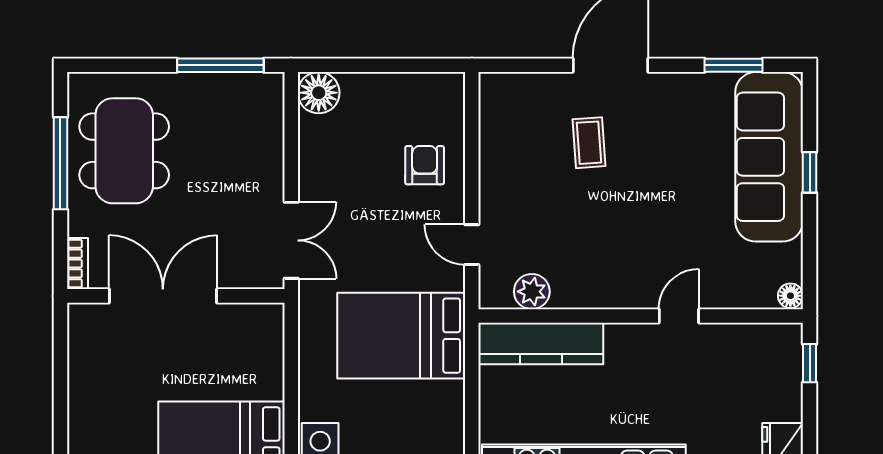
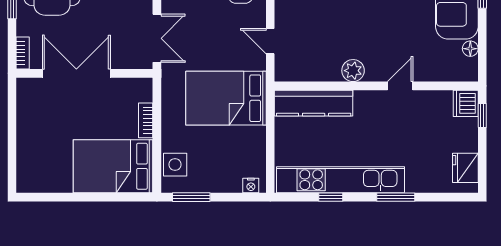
plant: (532, 292) -> (353, 71), moved
floor lamp: (790, 296) -> (470, 49), moved
dishwasher: (783, 344) -> (466, 103), added
bookcase: (273, 371) -> (146, 120), added

